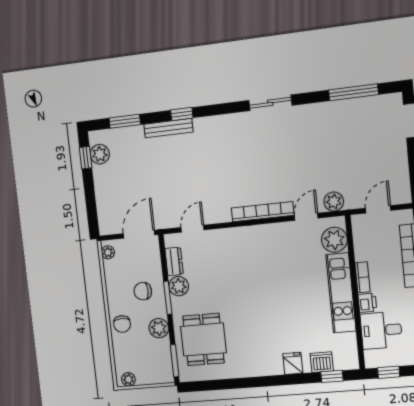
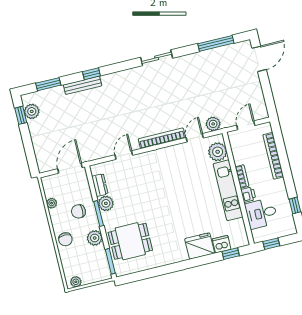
door: (193, 229) -> (124, 155), moved
plant: (108, 252) -> (52, 203), moved
dining table: (203, 339) -> (130, 241), turned 90
fridge: (293, 363) -> (200, 246), width x1.88, depth x1.34

